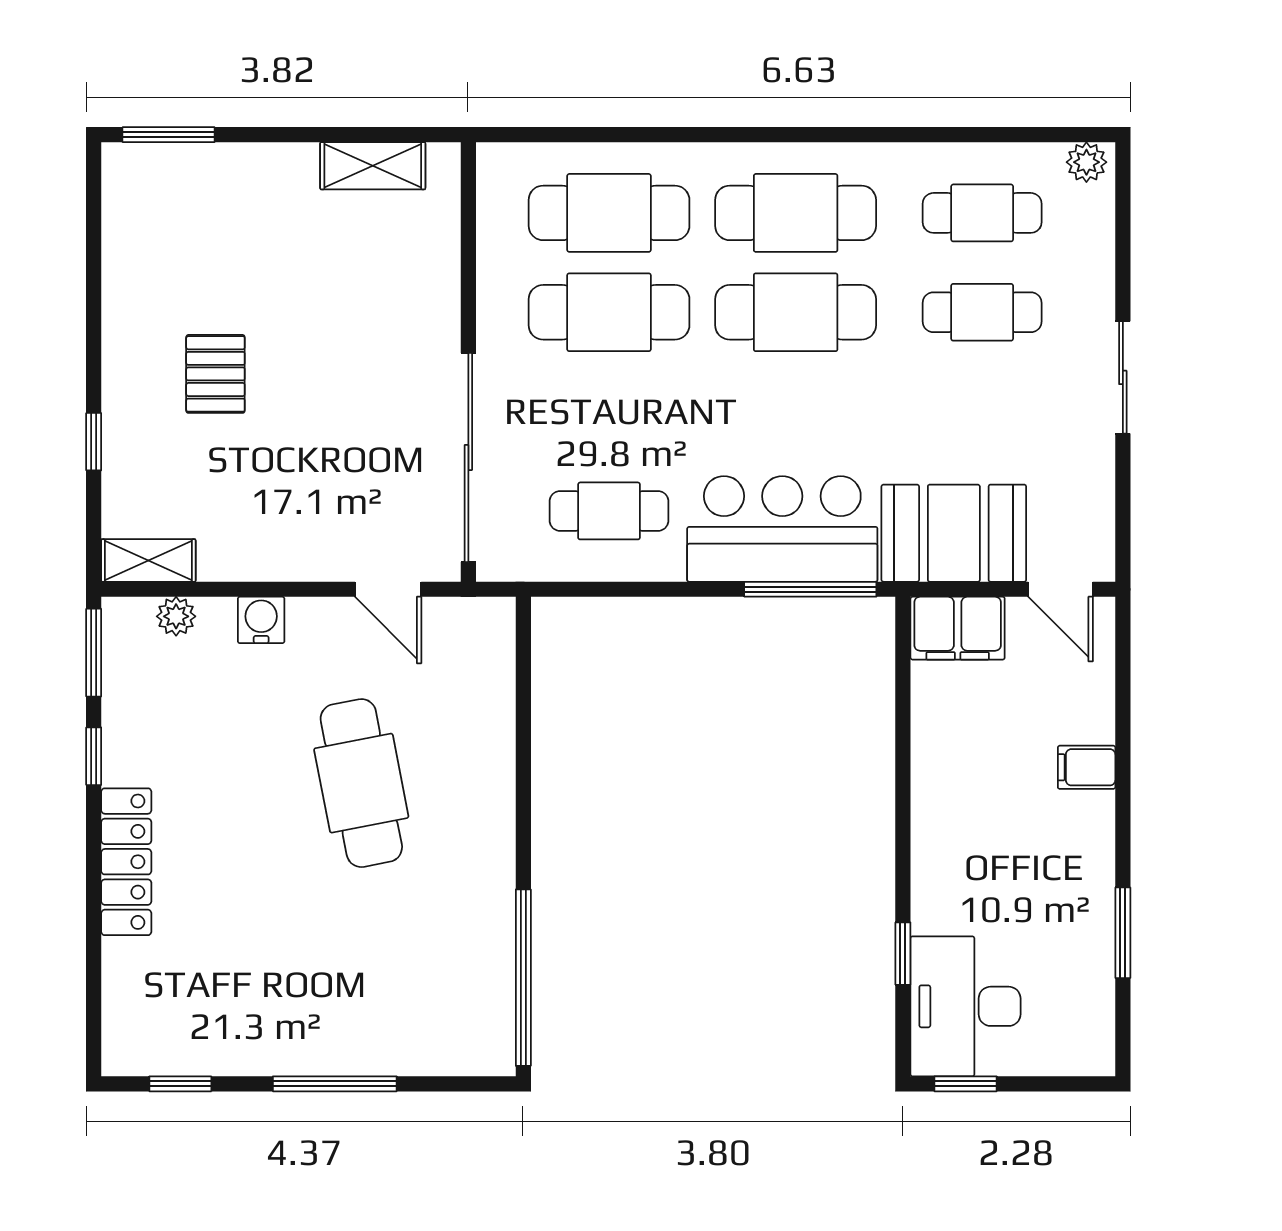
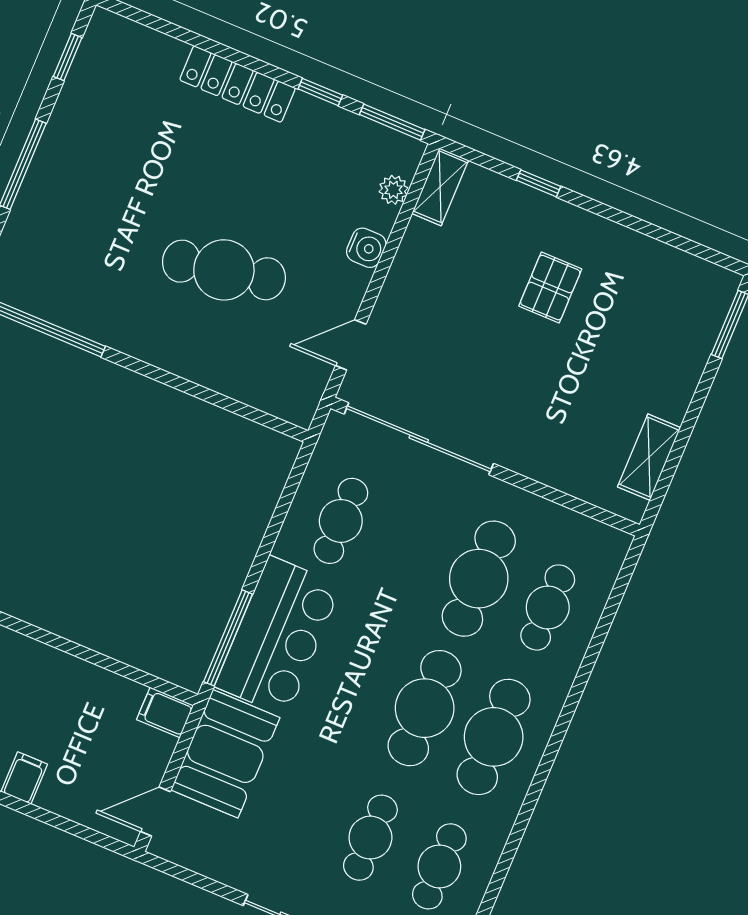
cafe table: (609, 213) -> (548, 607), width x0.73, depth x0.74
pallet: (215, 374) -> (550, 288), turned 90
filing cabinet: (958, 628) -> (165, 712), width x0.50

